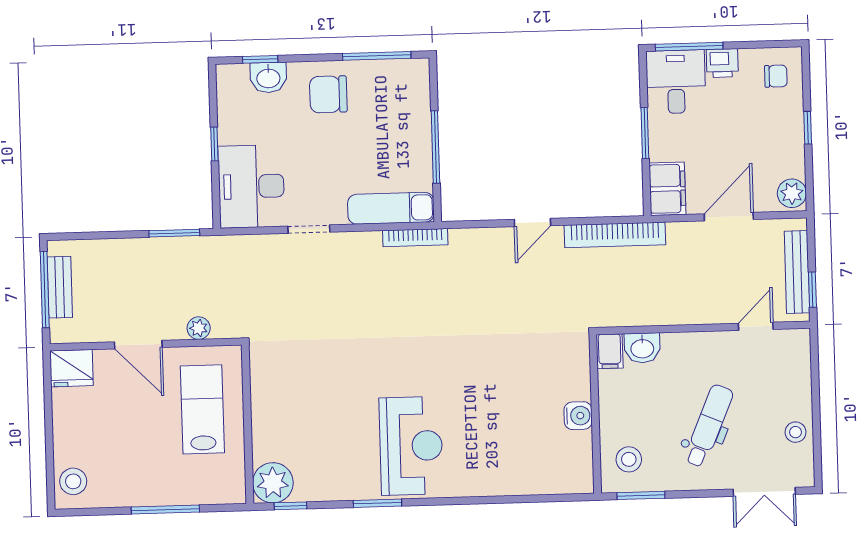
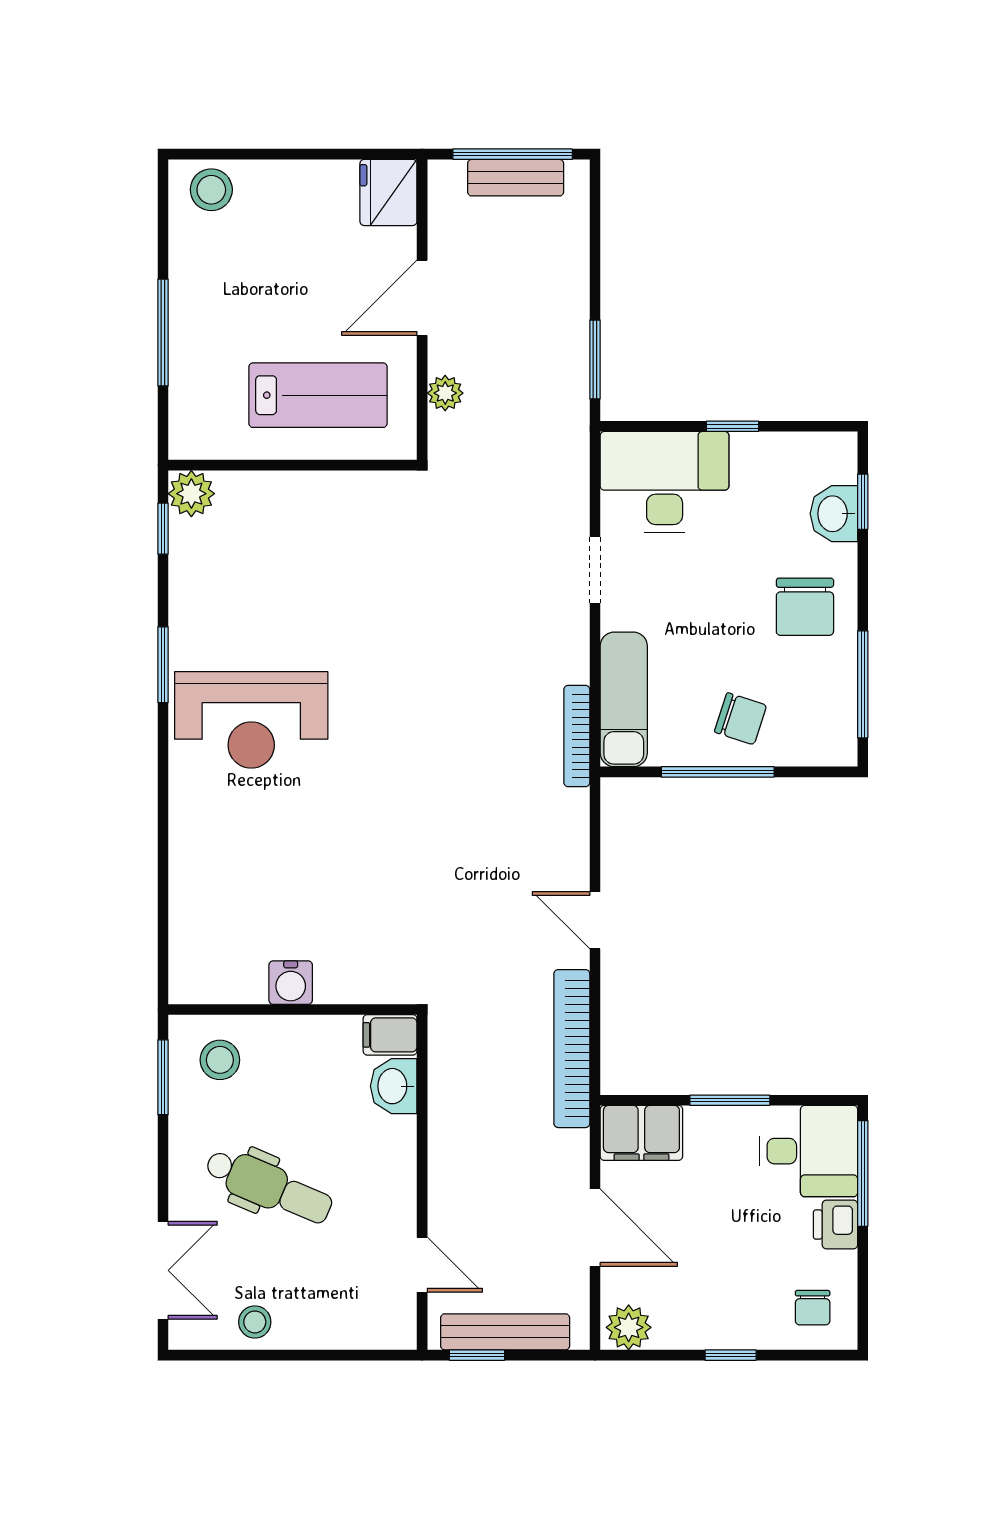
chair: (328, 94) -> (805, 607), turned 180
chair: (401, 133) -> (740, 719), added
plant: (273, 483) -> (191, 494), width x0.73, depth x0.73
double door: (764, 492) -> (163, 1270), swing flipped

